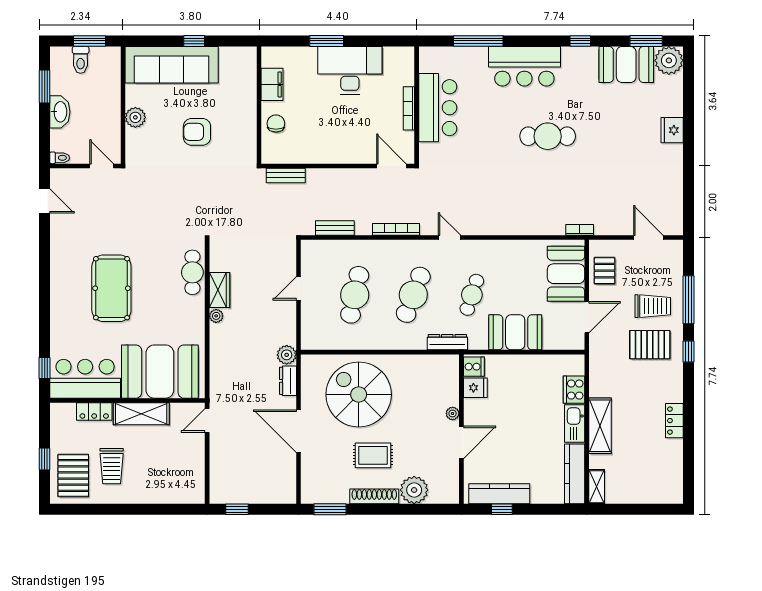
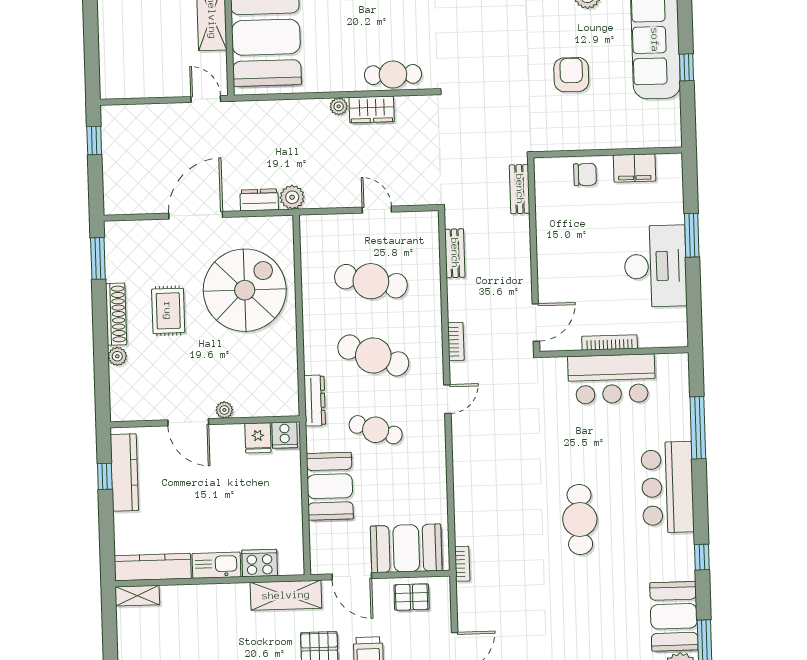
bookcase: (396, 229) -> (456, 342), width x0.64
shelving: (600, 426) -> (286, 595), moved
plant: (414, 490) -> (117, 356), width x0.53, depth x0.53

